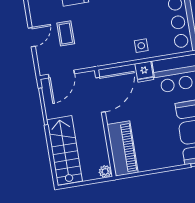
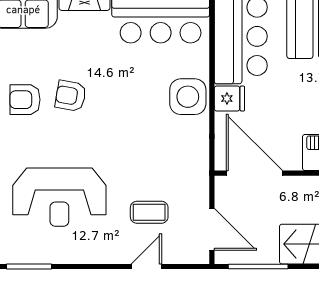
door: (32, 37) -> (146, 267), hinge flipped
side table: (141, 46) -> (188, 97), width x1.87, depth x1.87

